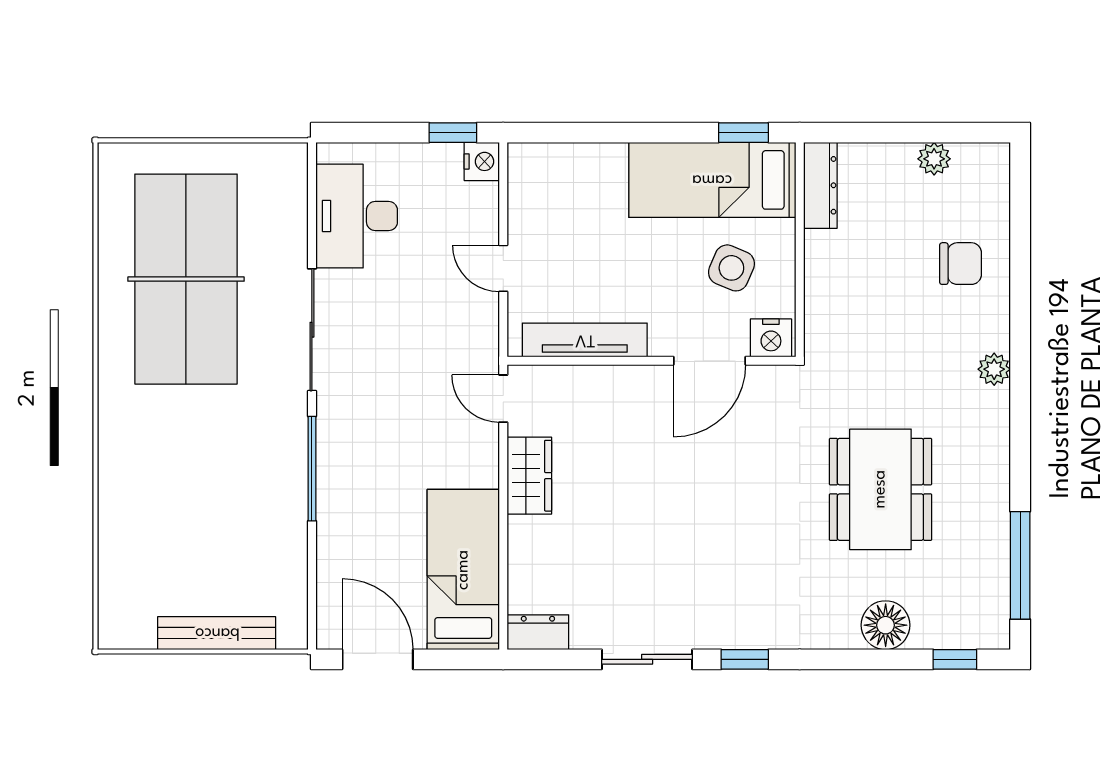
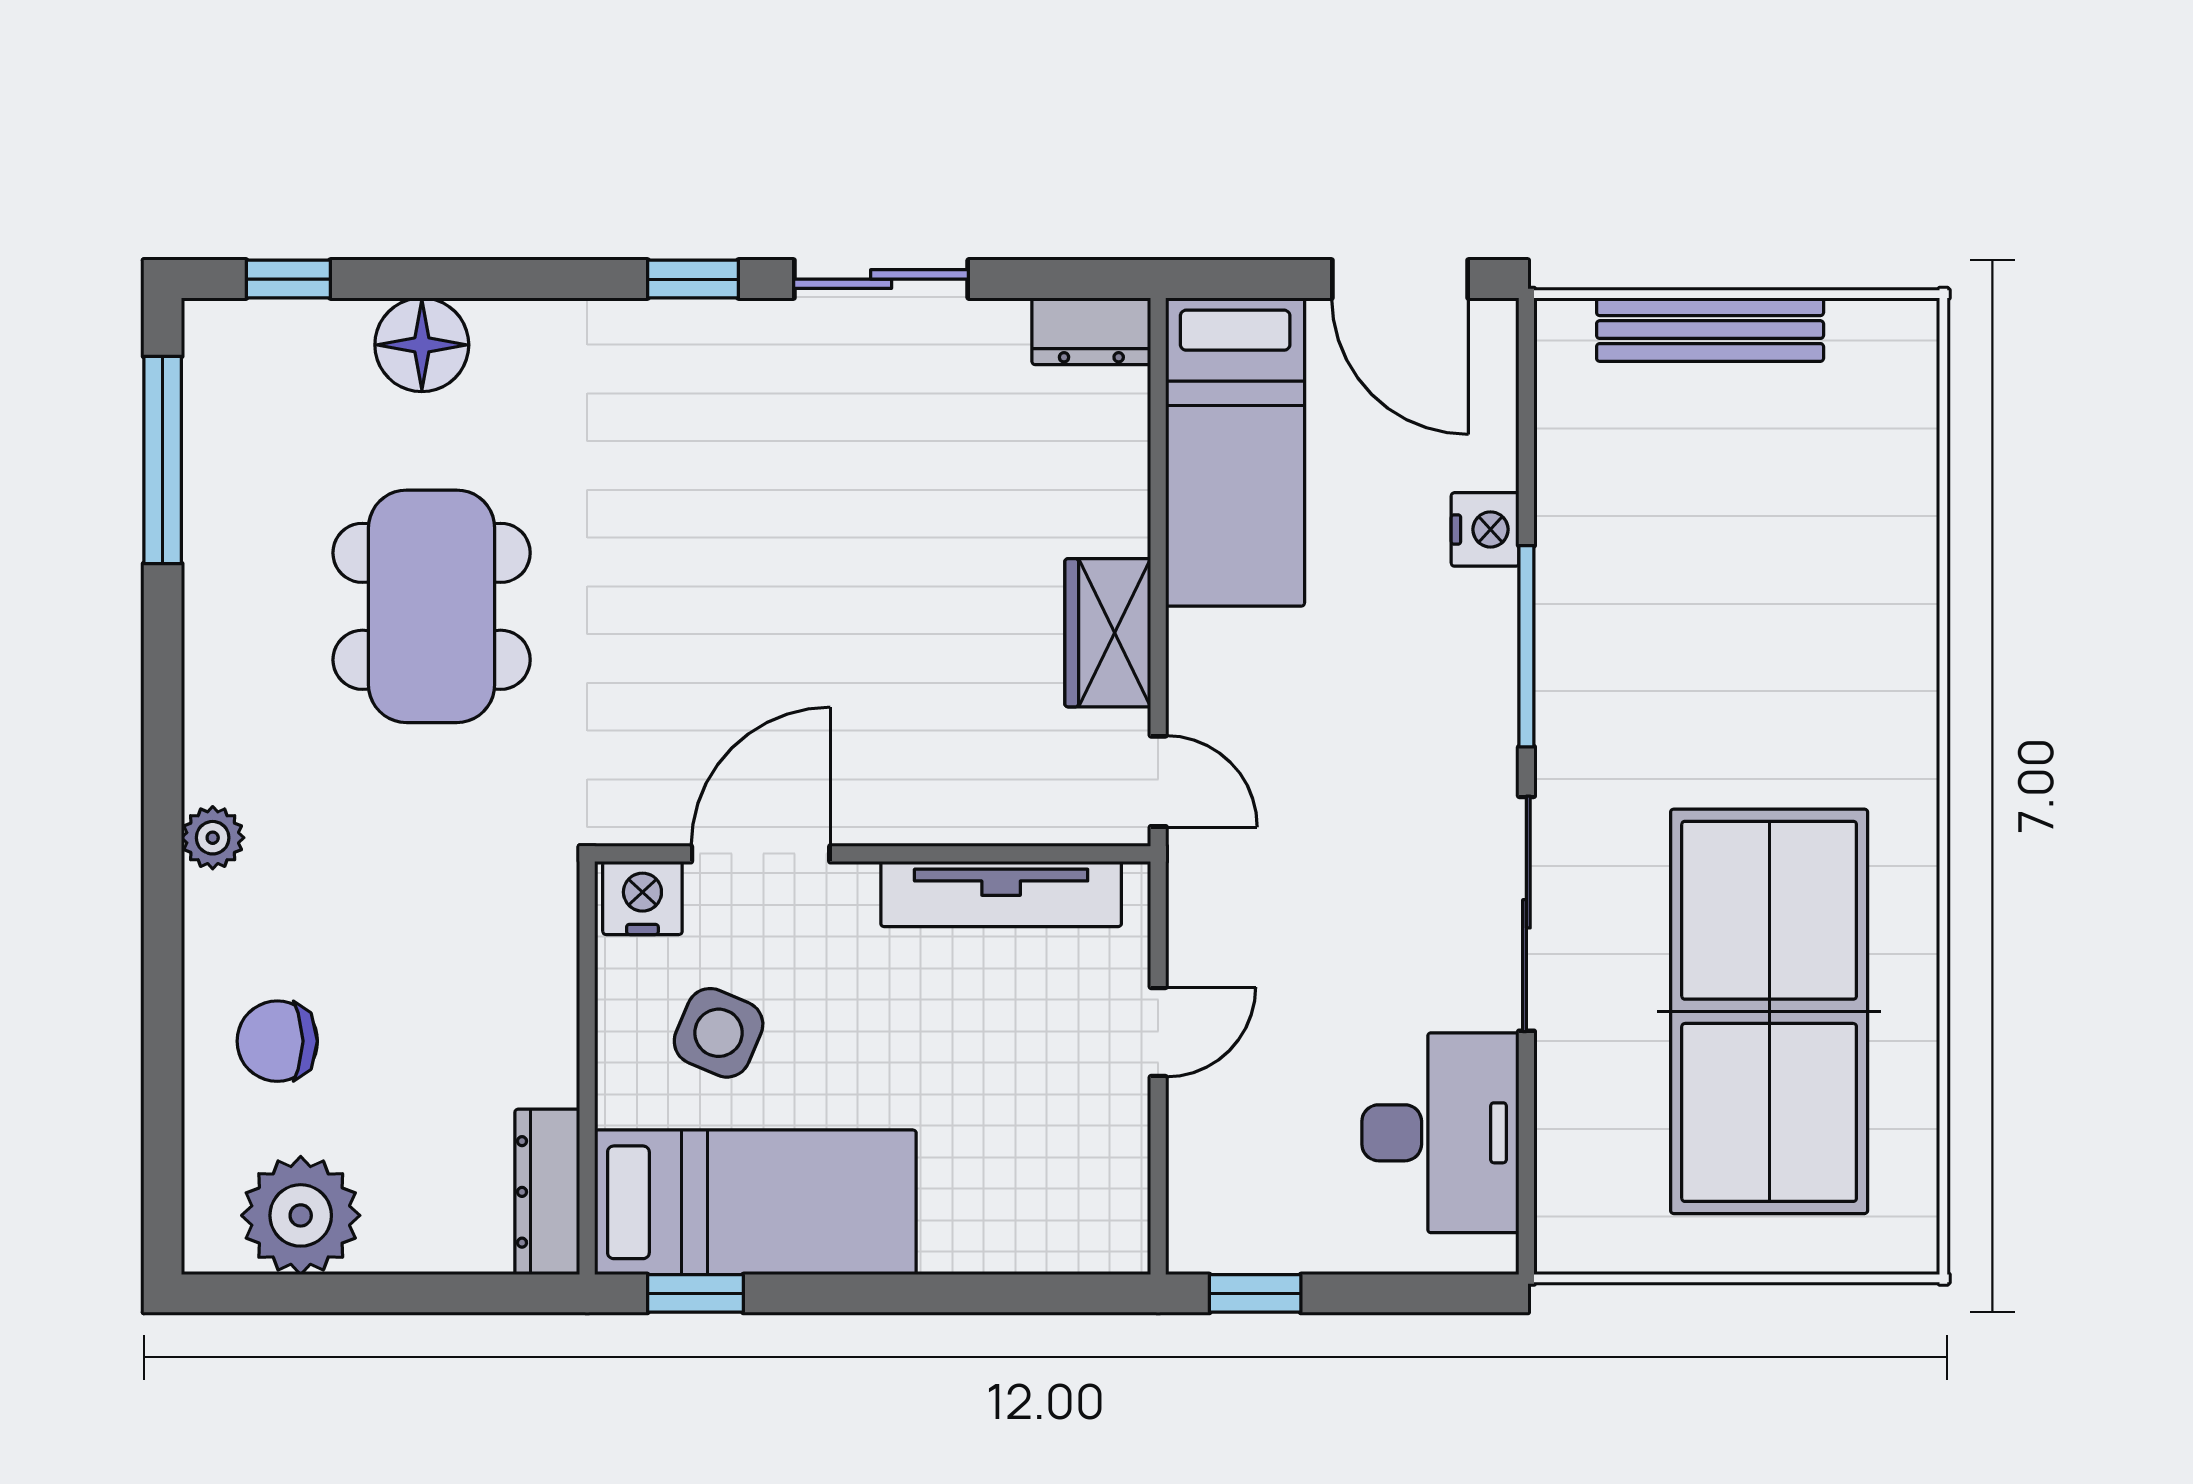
plant: (934, 159) -> (301, 1215), width x1.88, depth x1.88
nightstand: (482, 161) -> (1485, 529), moved, turned 180
door: (503, 268) -> (1158, 1032), hinge flipped

